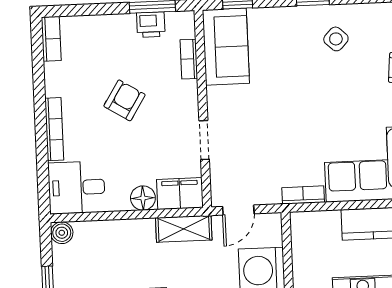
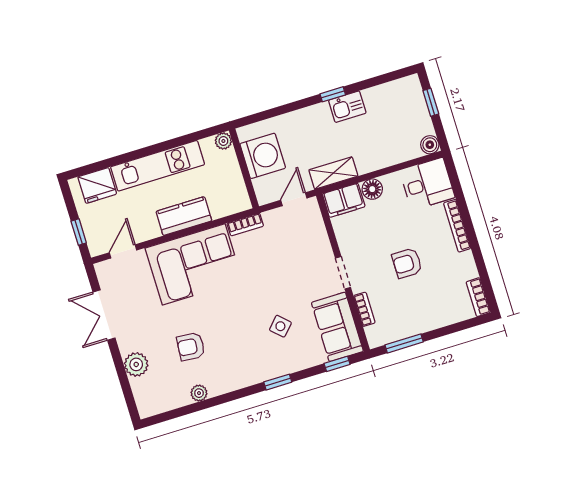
printer: (151, 25) -> (402, 329), removed
side table: (336, 39) -> (280, 326), moved
armchair: (125, 100) -> (407, 263), turned 58
doorway: (204, 140) -> (343, 273), moved

